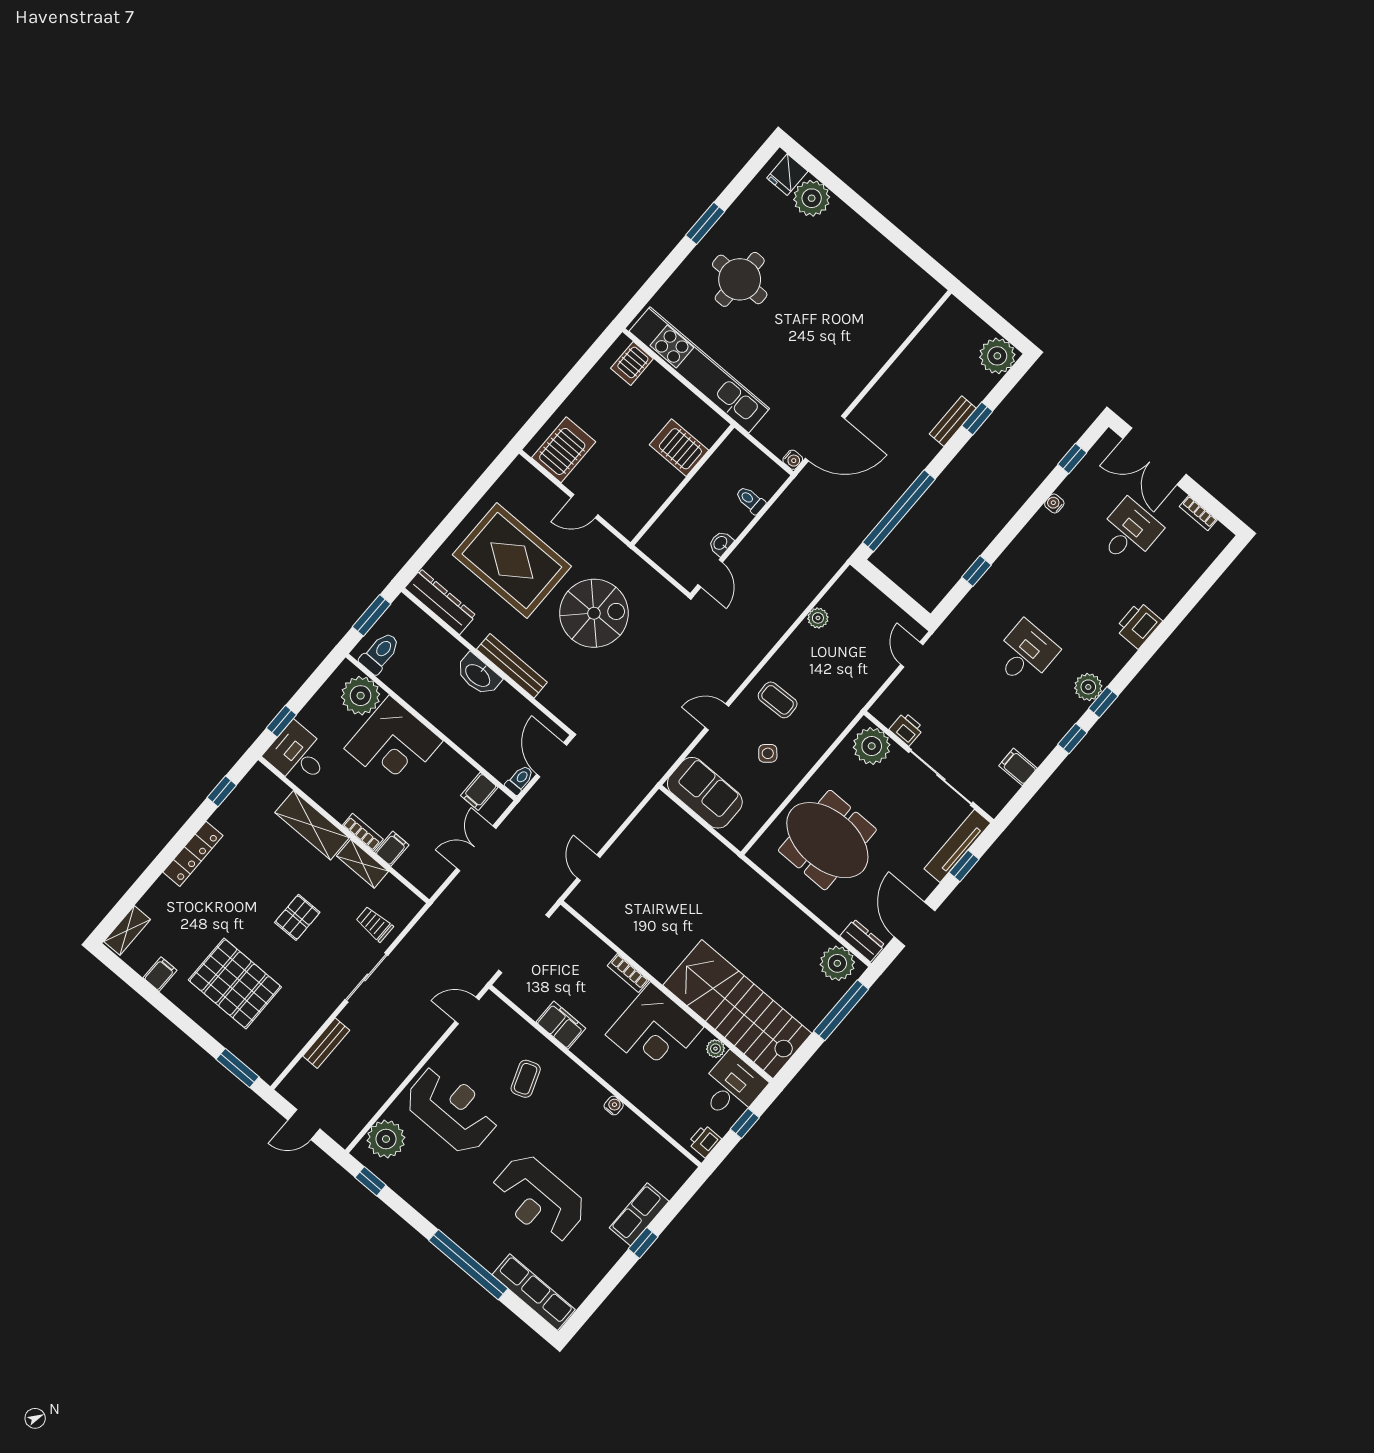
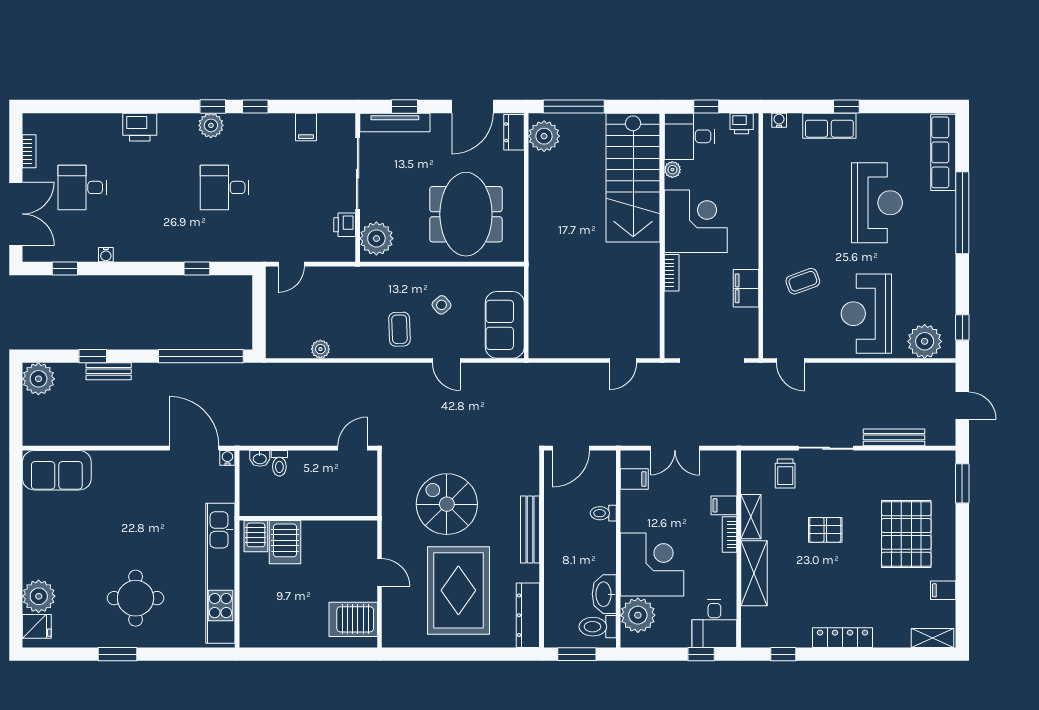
sofa: (906, 305) -> (57, 470), added
server rack: (632, 363) -> (256, 536), moved, turned 90
washbasin: (721, 543) -> (260, 458), moved
washbasin: (478, 675) -> (604, 594), moved, turned 180
toilet: (520, 780) -> (603, 513), moved
bench: (326, 1043) -> (894, 437), width x1.36
water cooler: (614, 1106) -> (779, 120), moved, turned 90

